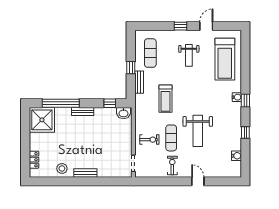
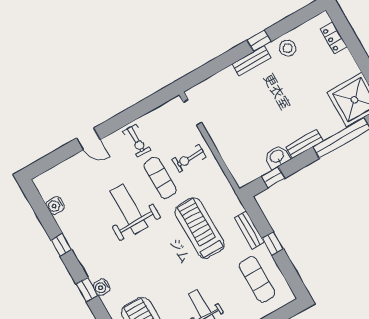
treadmill: (165, 99) -> (200, 228), width x1.37, depth x1.38
washbasin: (124, 113) -> (277, 157), moved
window: (75, 181) -> (259, 41), added

